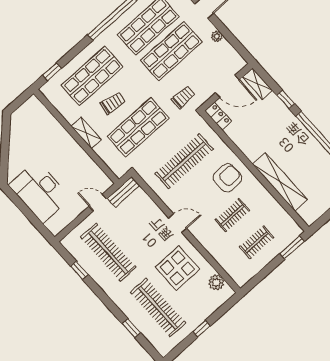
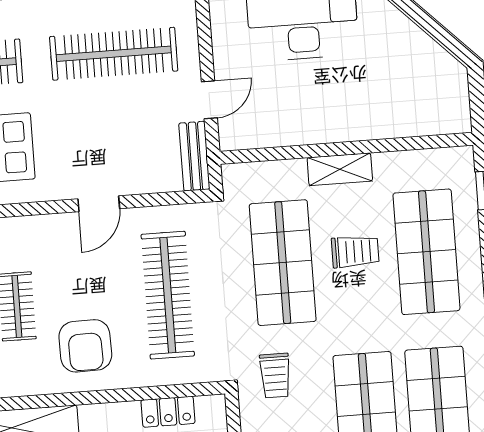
trolley: (113, 103) -> (355, 252), turned -99
locker: (218, 116) -> (168, 412), moved
door: (178, 223) -> (99, 204), moved

